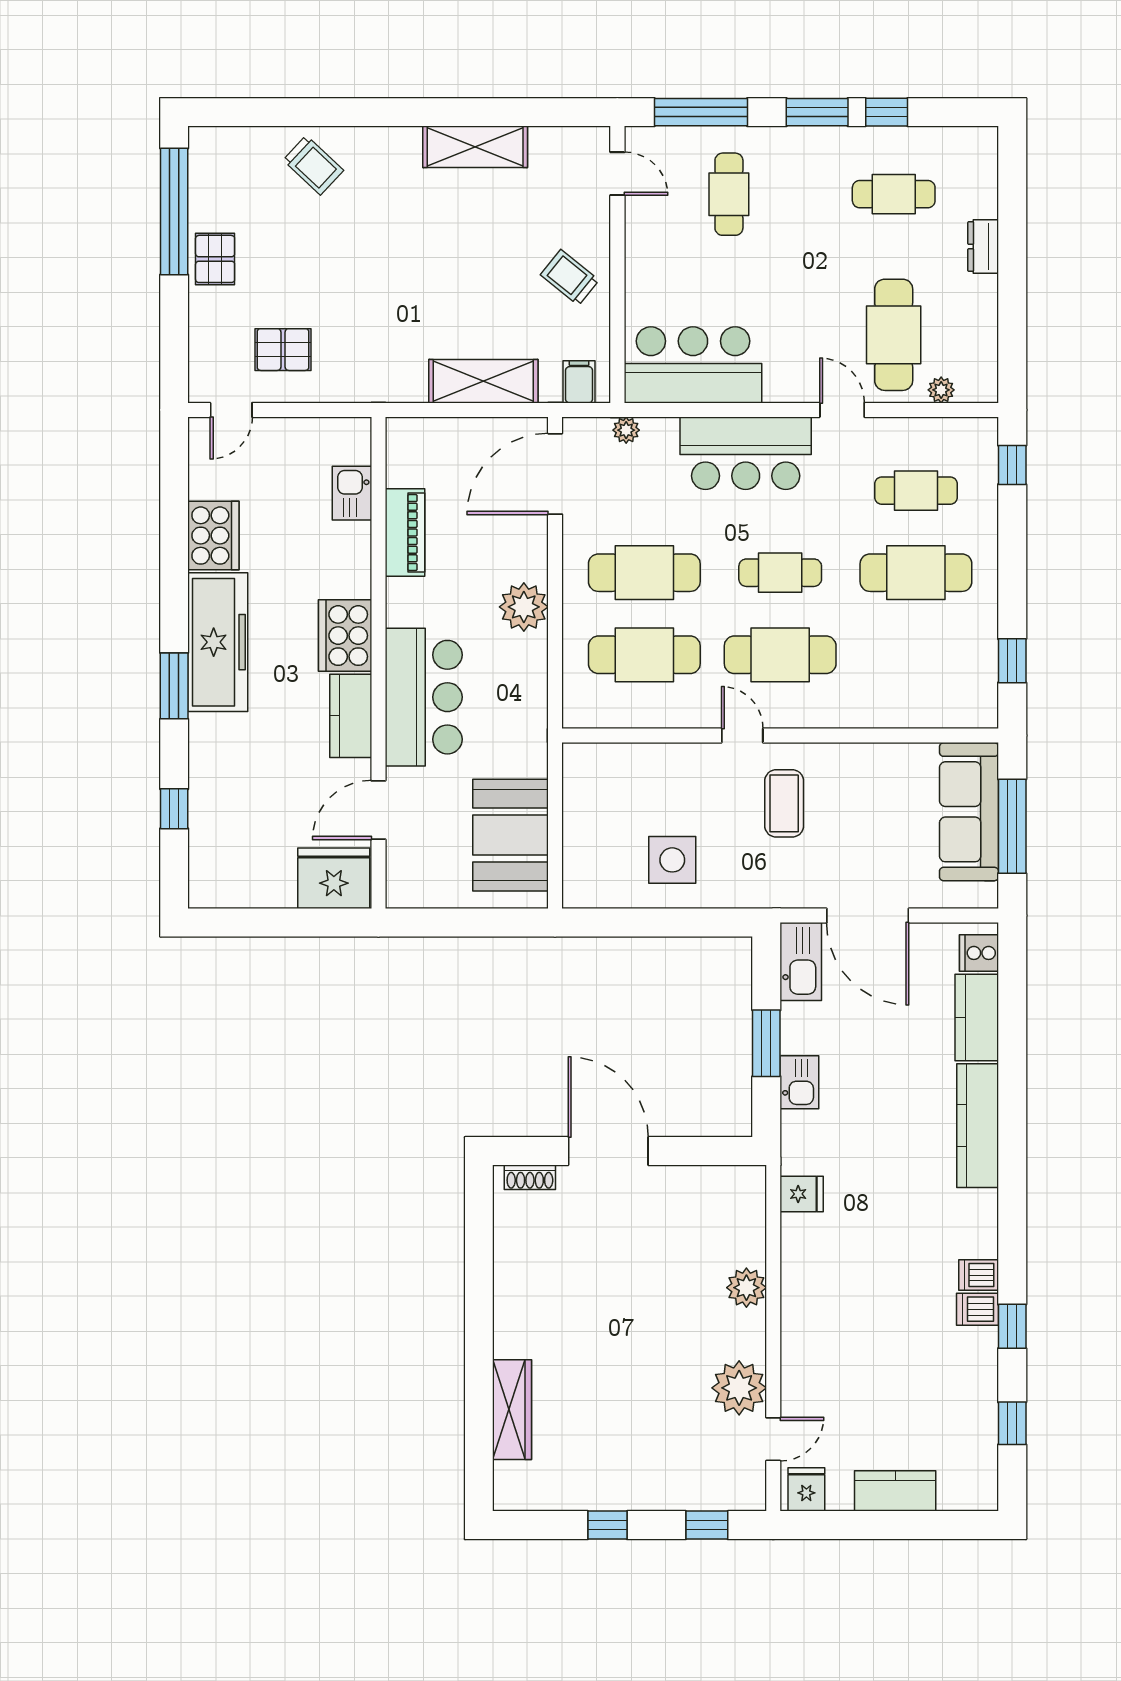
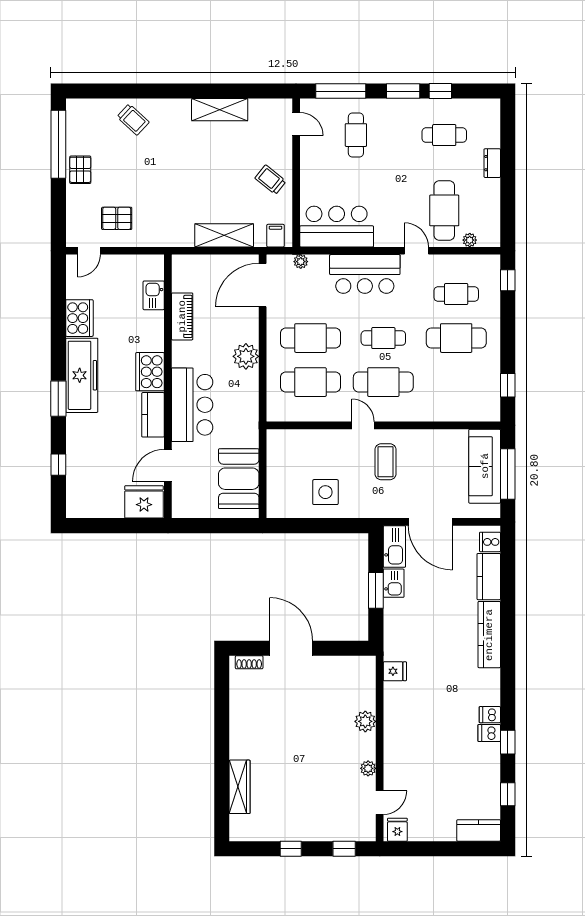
kitchen sink: (799, 1082) -> (394, 583), moved
plant: (739, 1388) -> (368, 768), width x0.53, depth x0.53
kitchen counter: (895, 1491) -> (479, 830), moved

